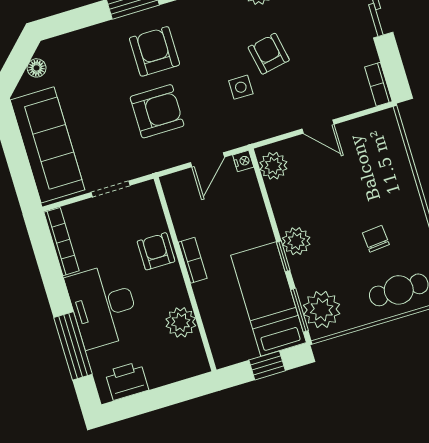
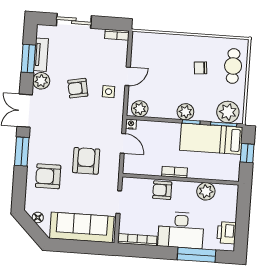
armchair: (154, 51) -> (48, 176), moved
side table: (241, 87) -> (109, 92), moved

